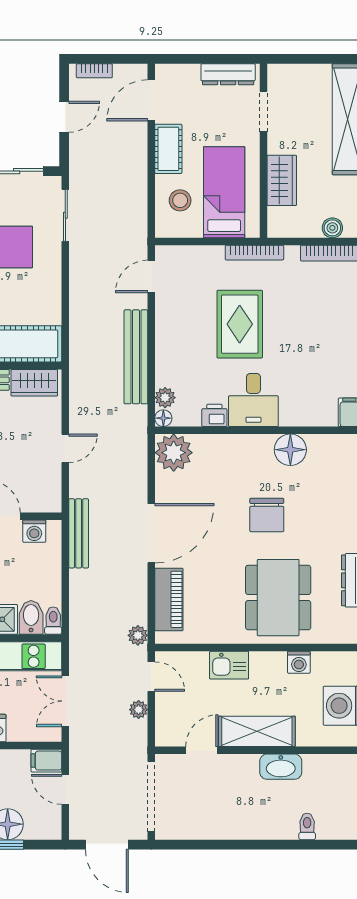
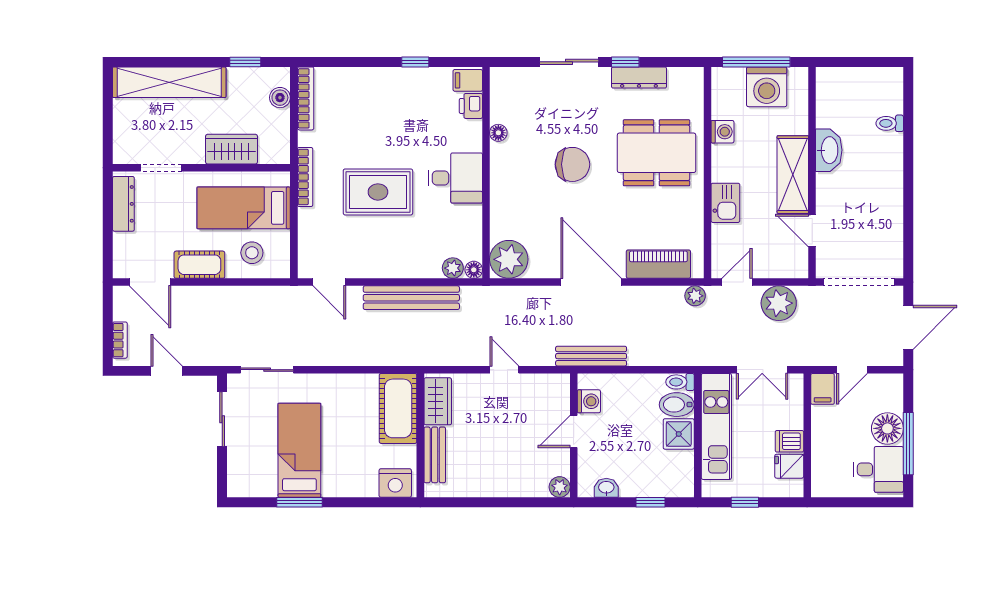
printer: (214, 415) -> (471, 106), moved
floor lamp: (290, 450) -> (498, 133), width x0.53, depth x0.53
plant: (139, 710) -> (779, 303), width x1.88, depth x1.88

